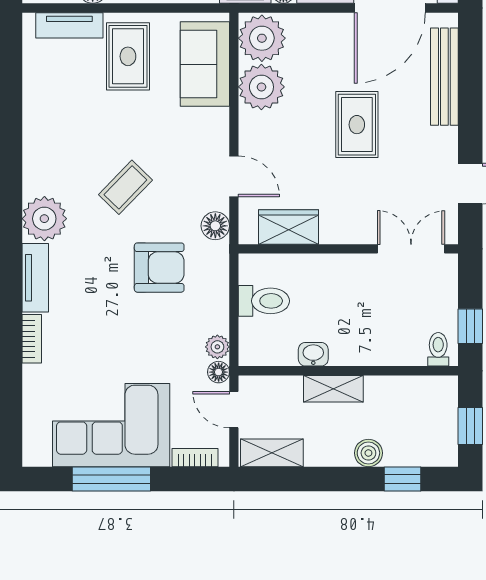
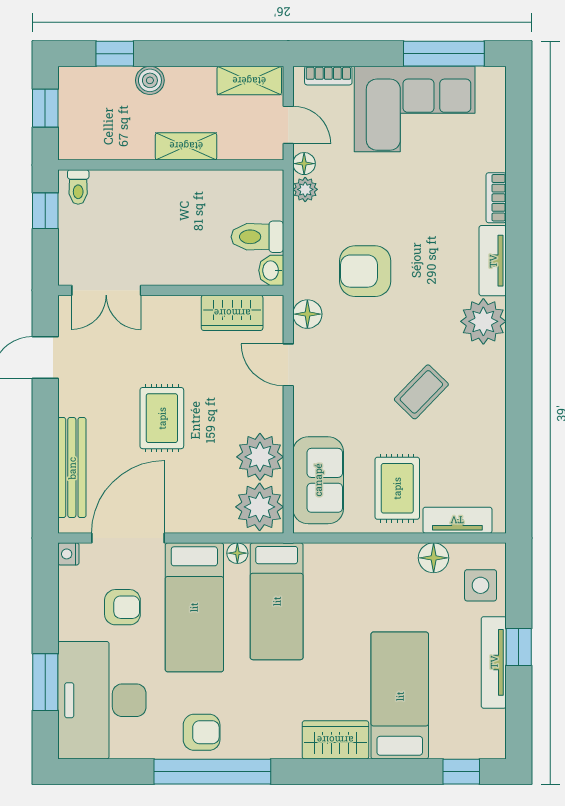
coffee table: (125, 187) -> (421, 392), moved
washbasin: (313, 354) -> (271, 270), moved, turned 90
window: (111, 479) -> (444, 54), moved

